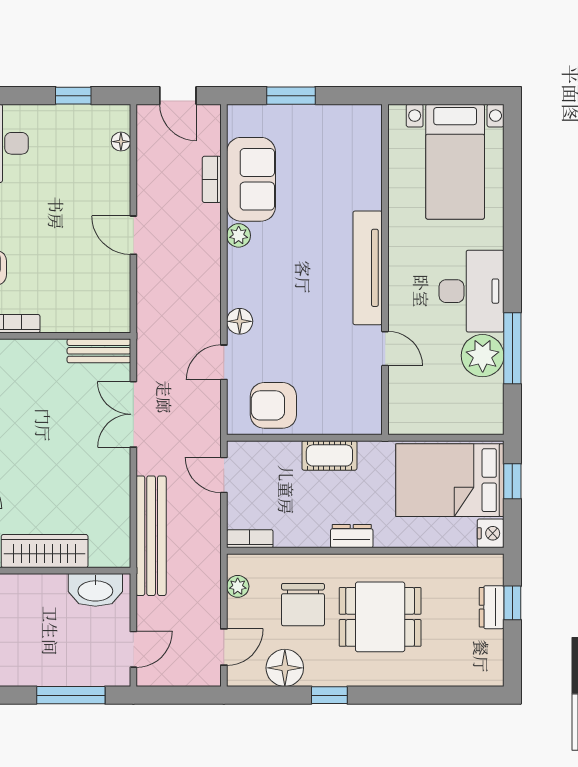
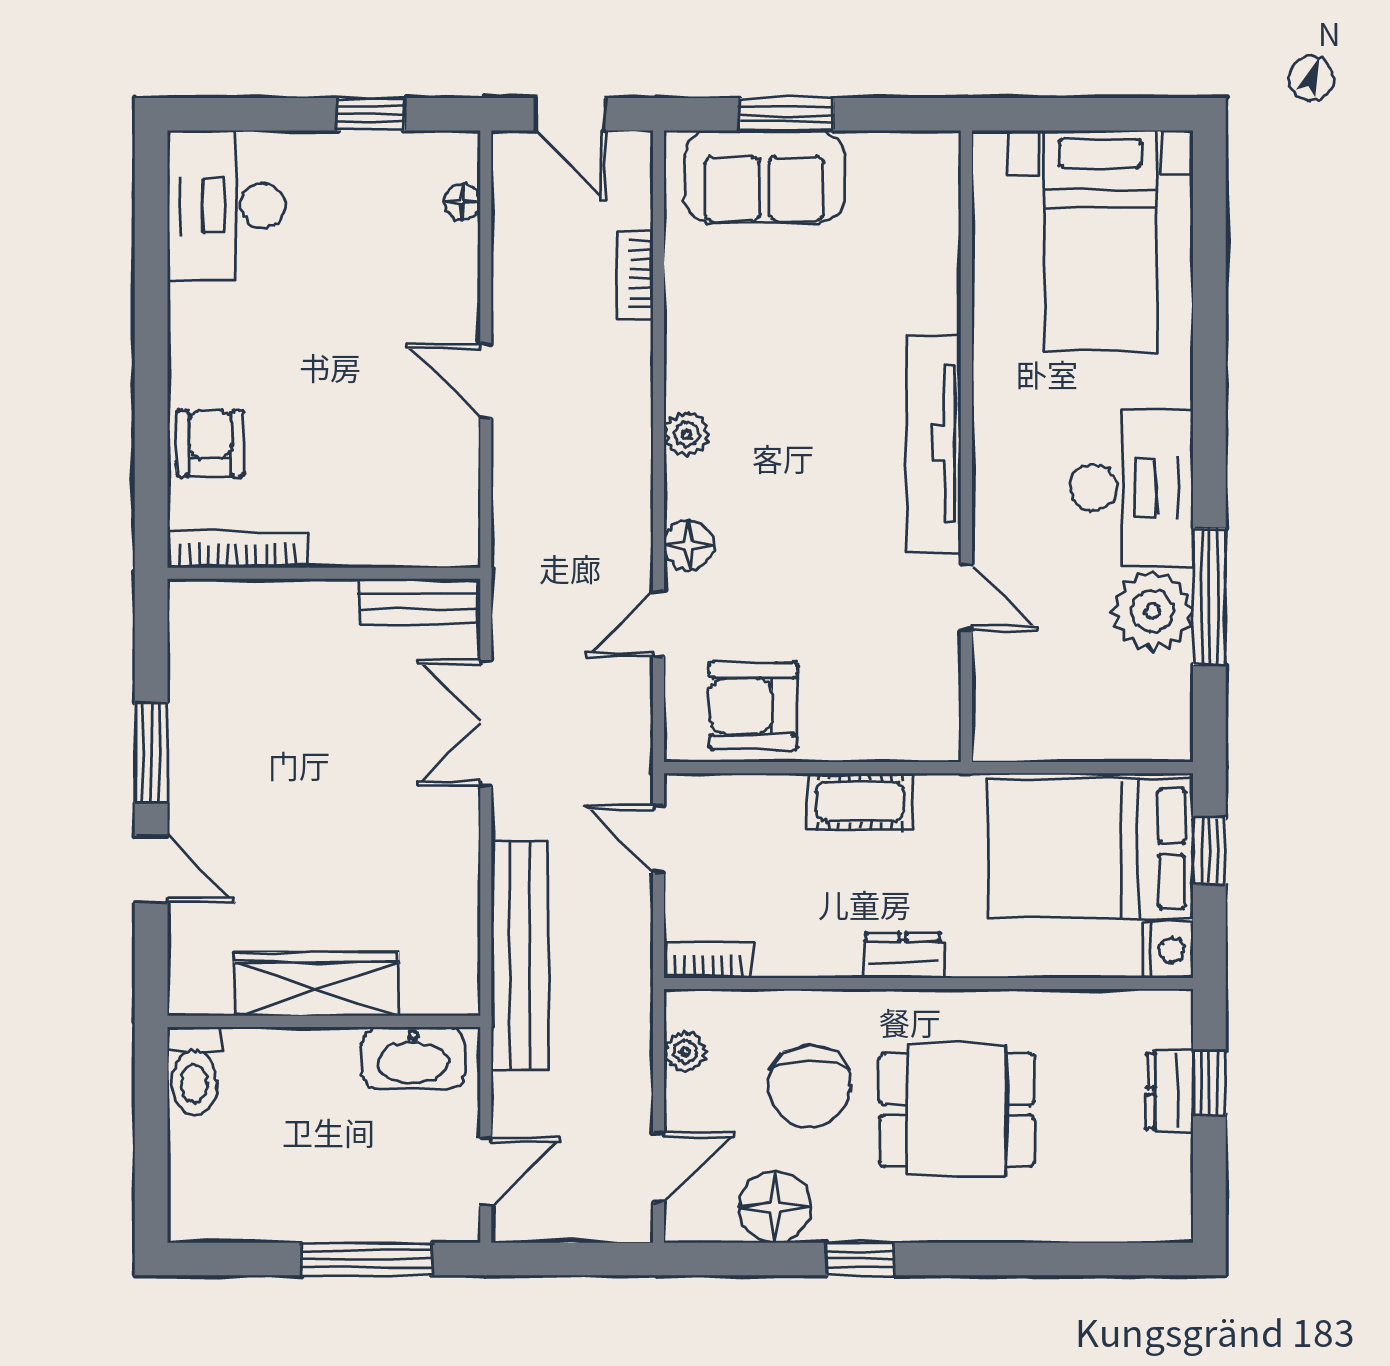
sofa: (251, 179) -> (765, 177), moved, turned 90
plant: (239, 235) -> (687, 434), moved

